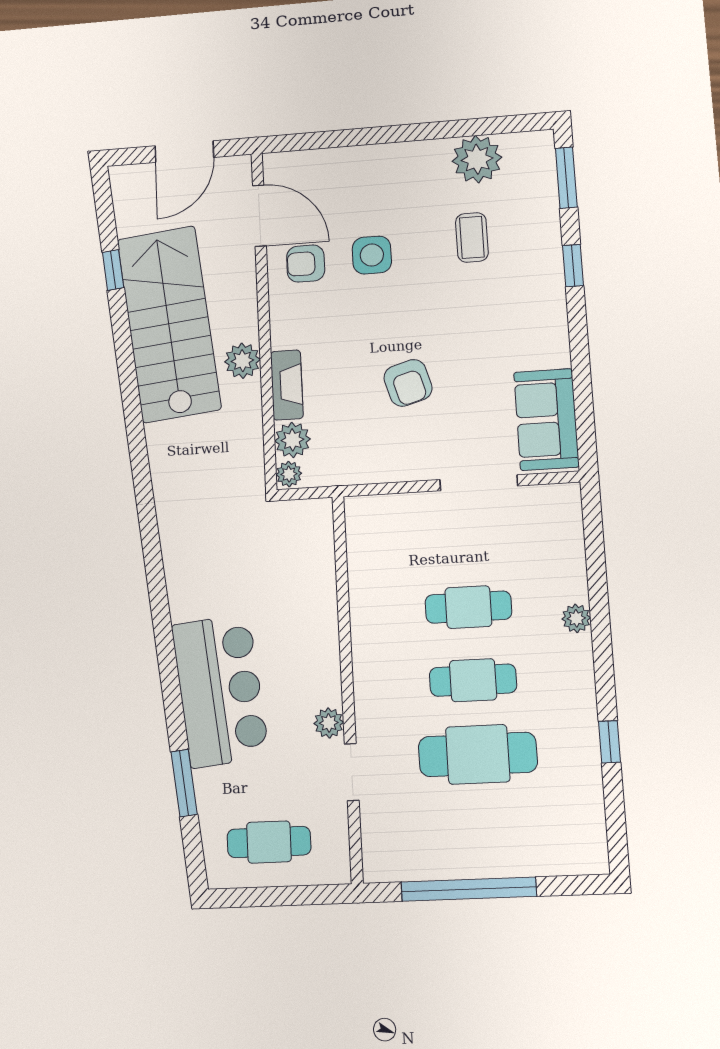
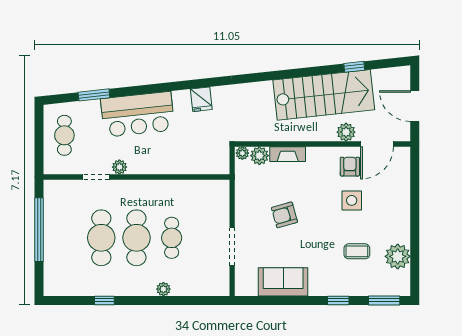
plant: (242, 361) -> (346, 132), moved
sofa: (546, 419) -> (283, 282), moved
fridge: (185, 563) -> (201, 99), added
cafe table: (473, 680) -> (136, 238), width x1.37, depth x1.35

